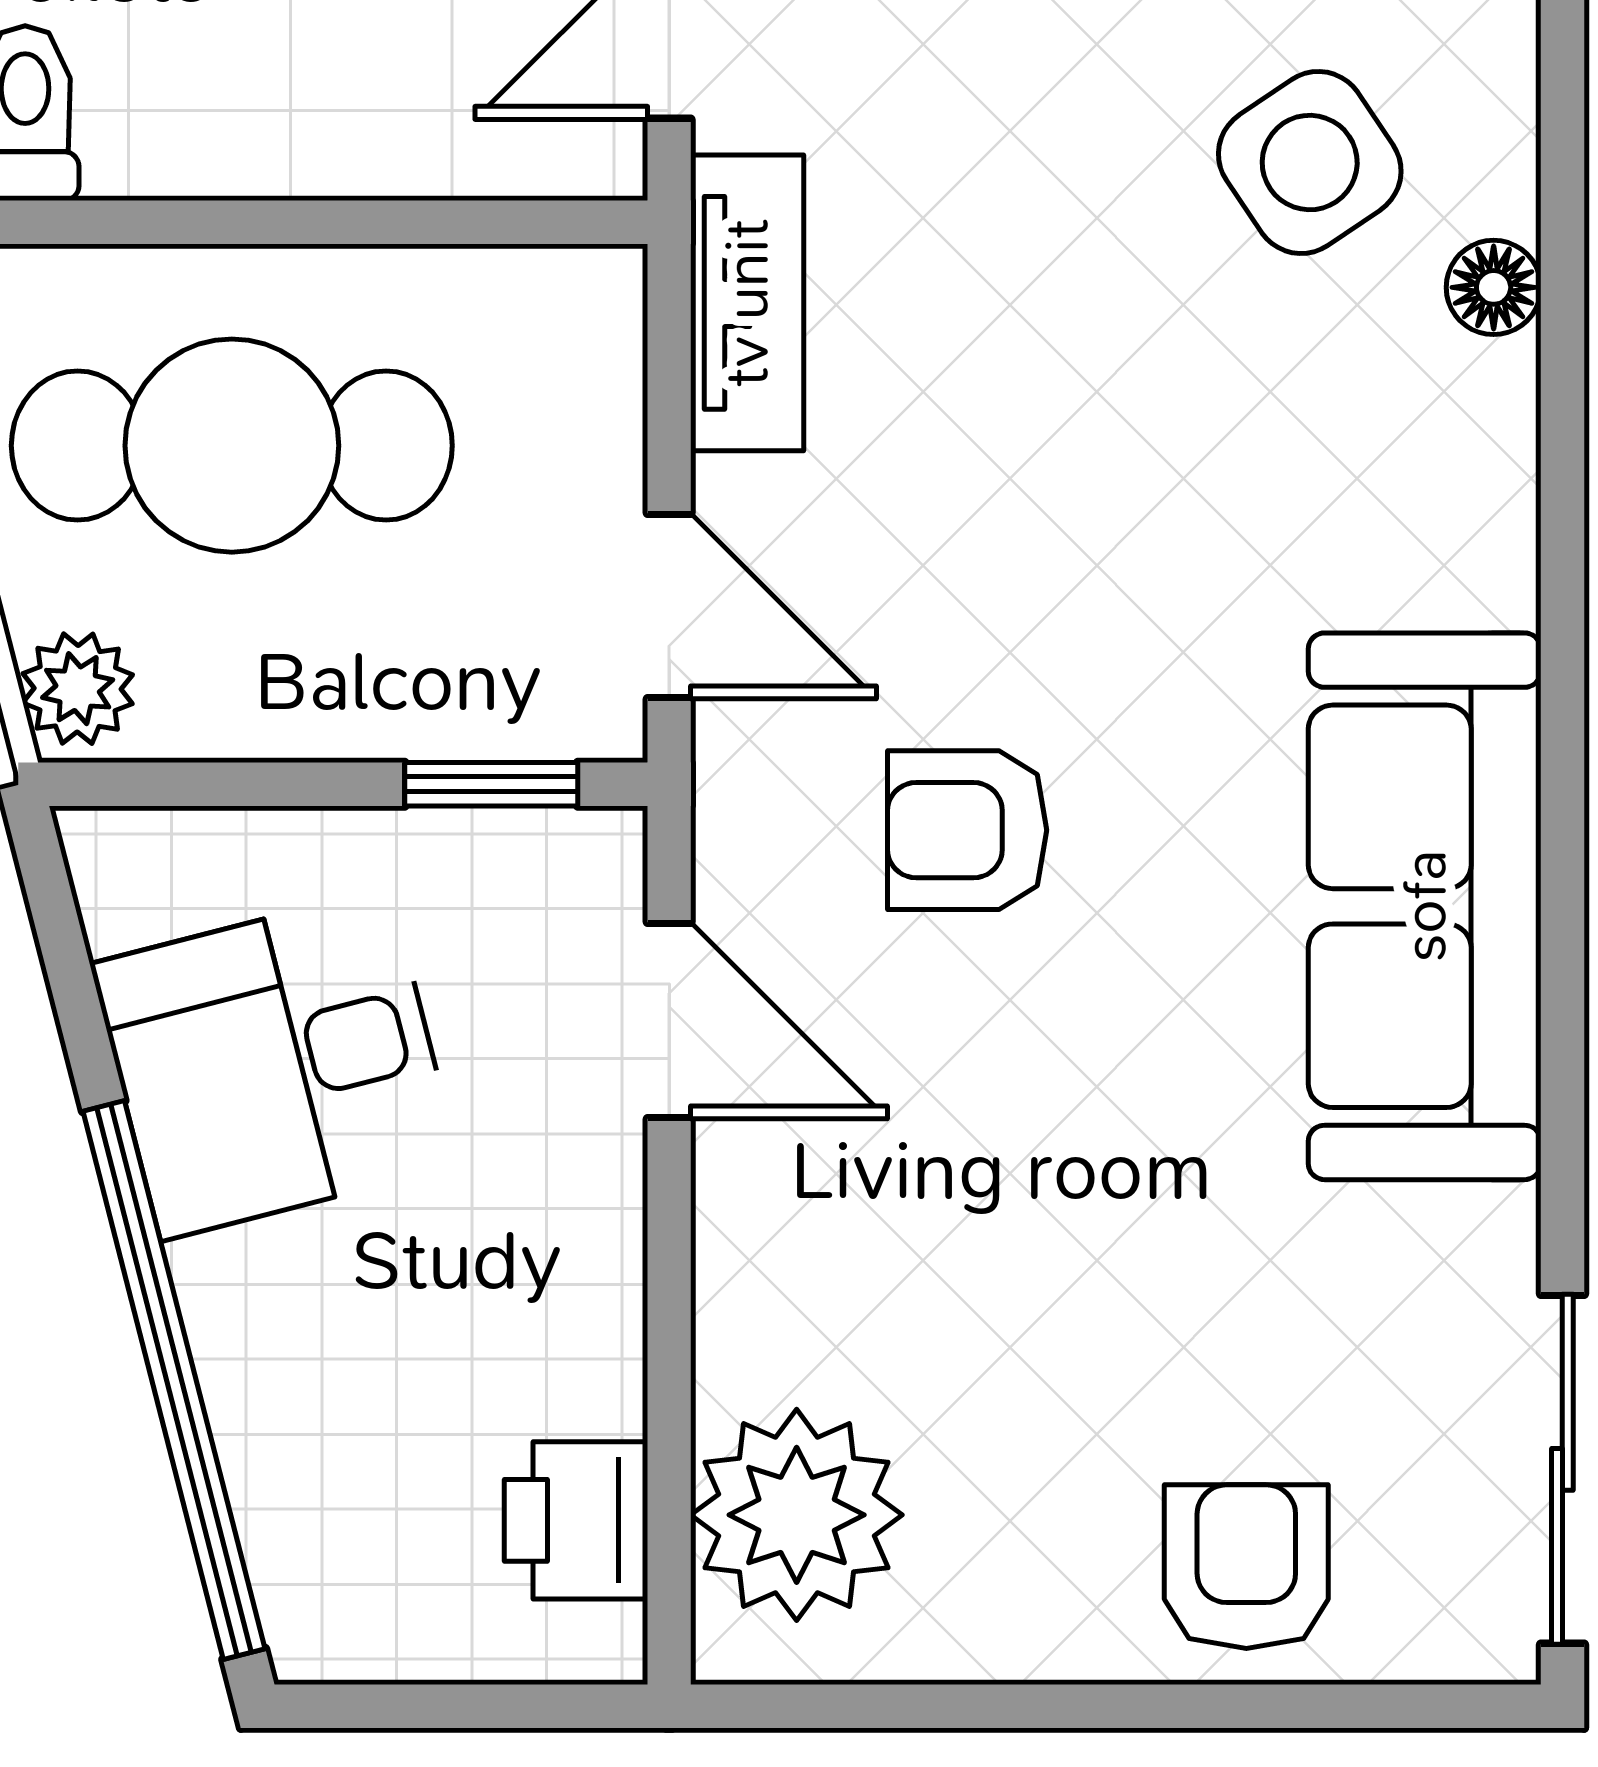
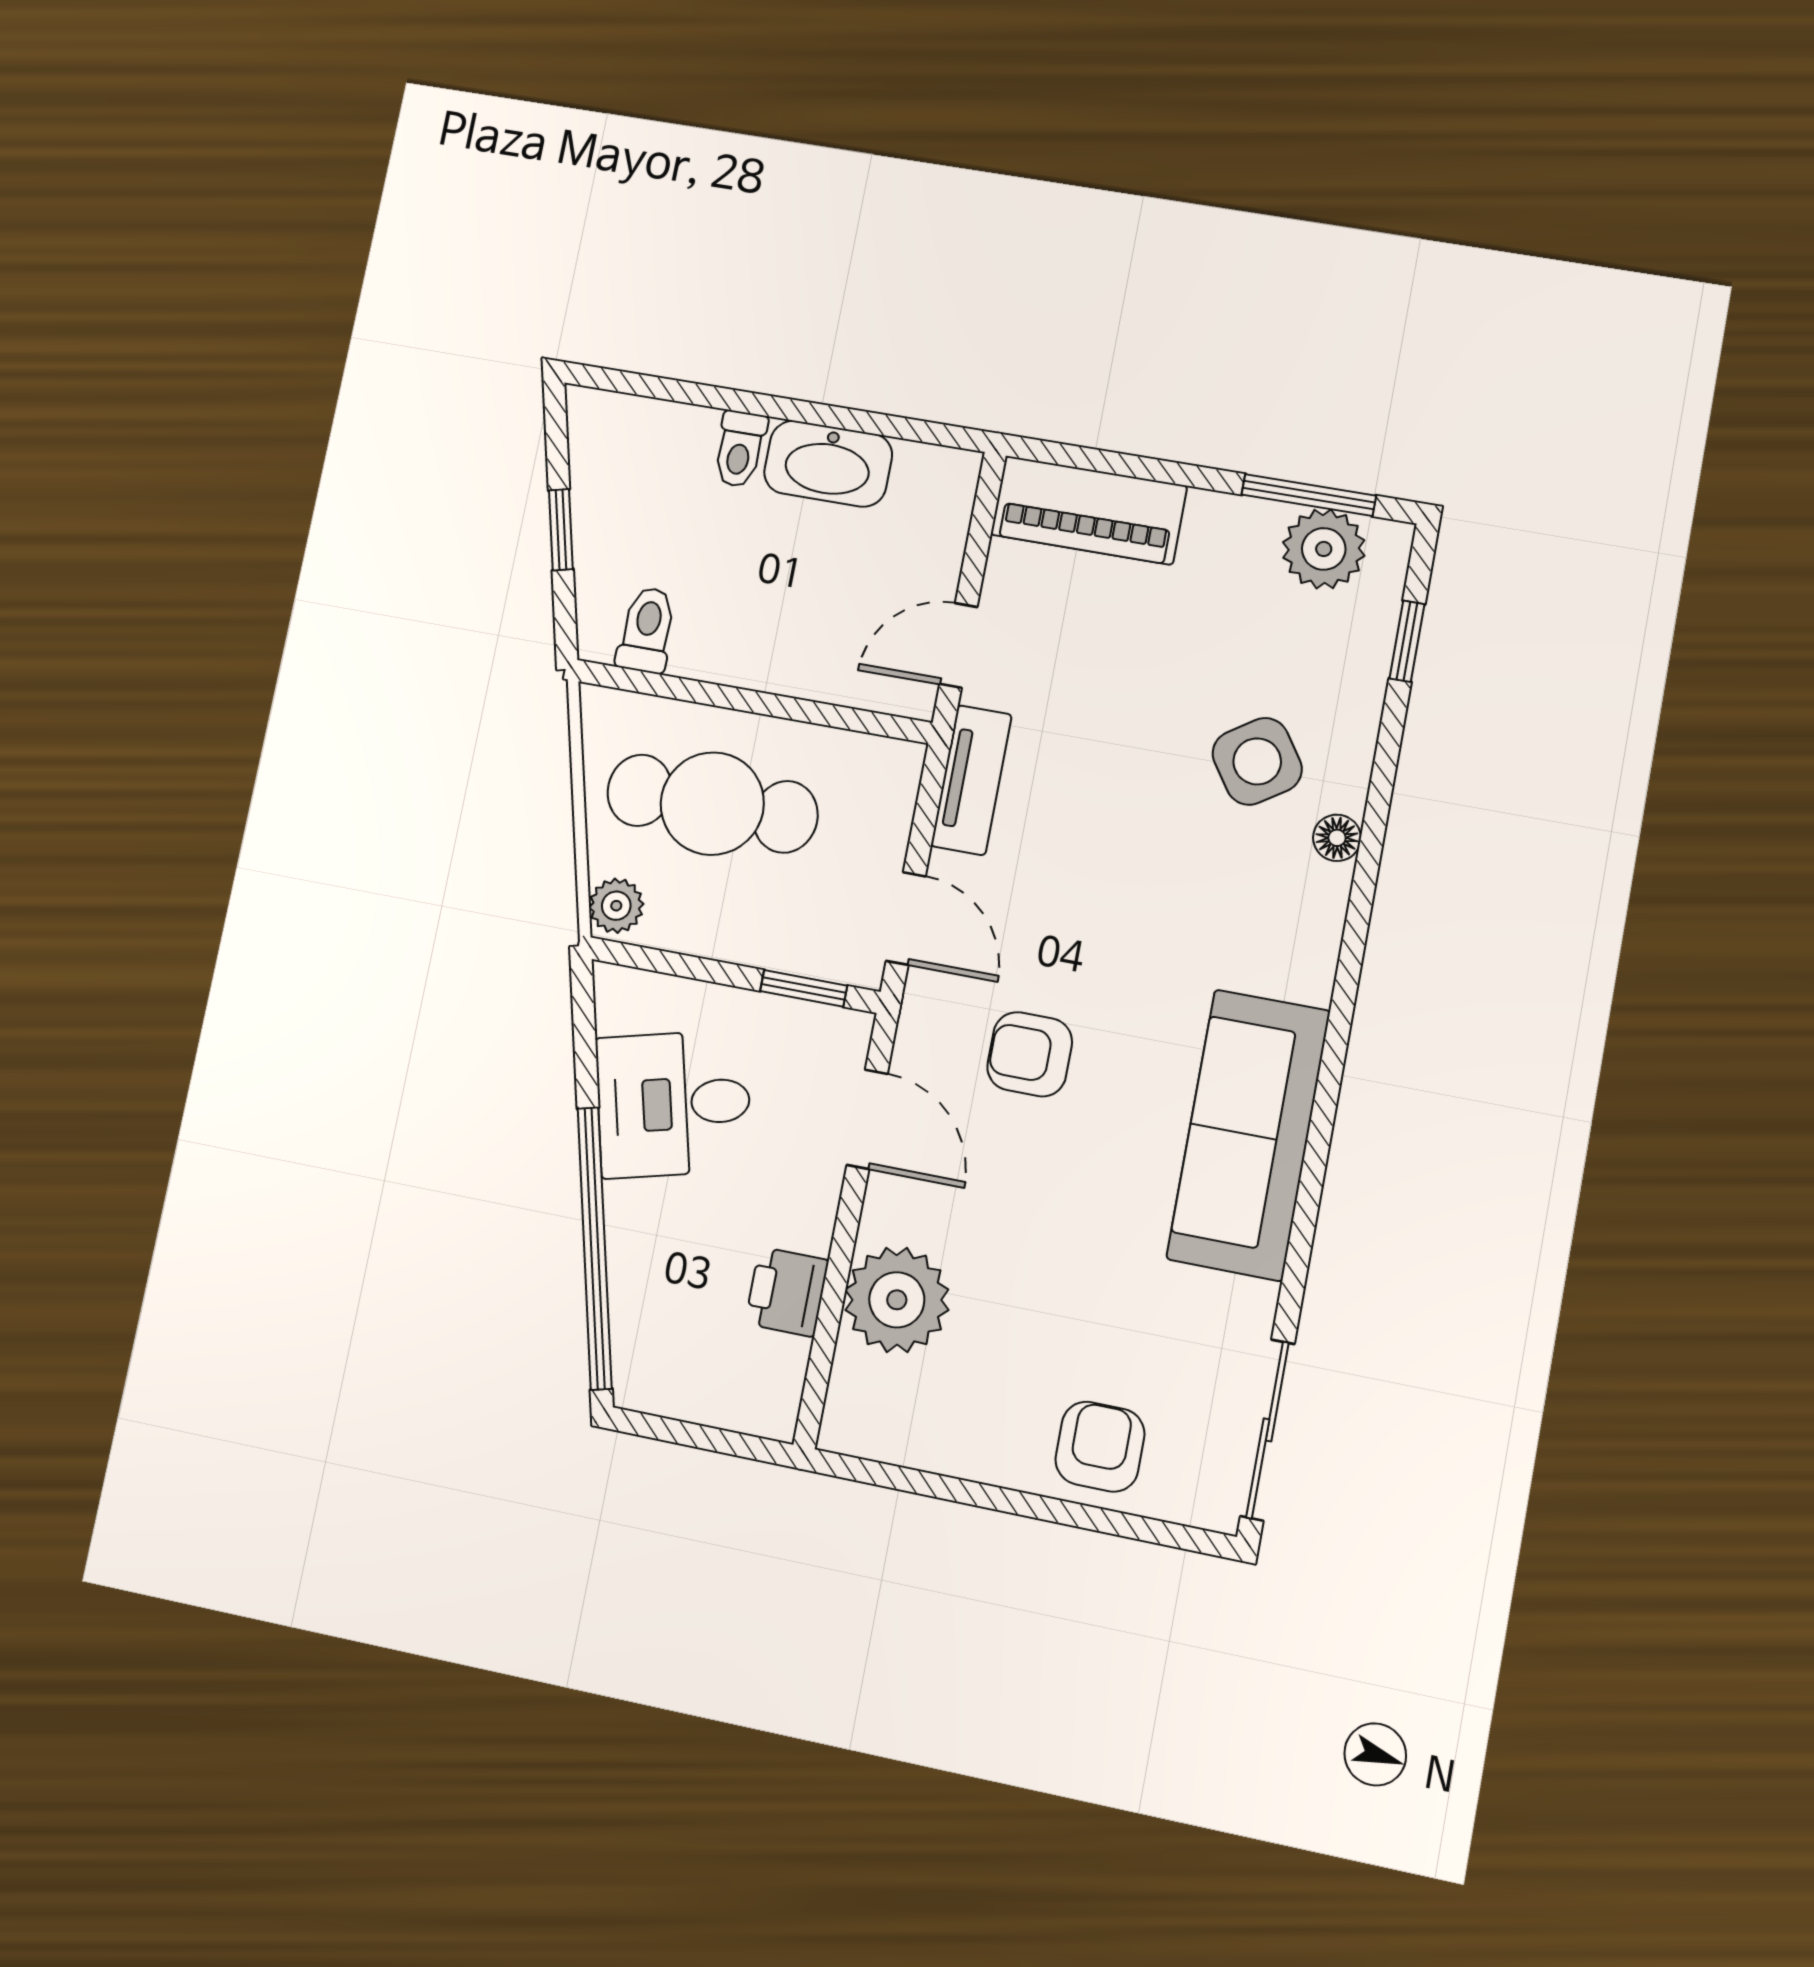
plant: (797, 1515) -> (897, 1300), moved
printer: (576, 1520) -> (787, 1292), moved

